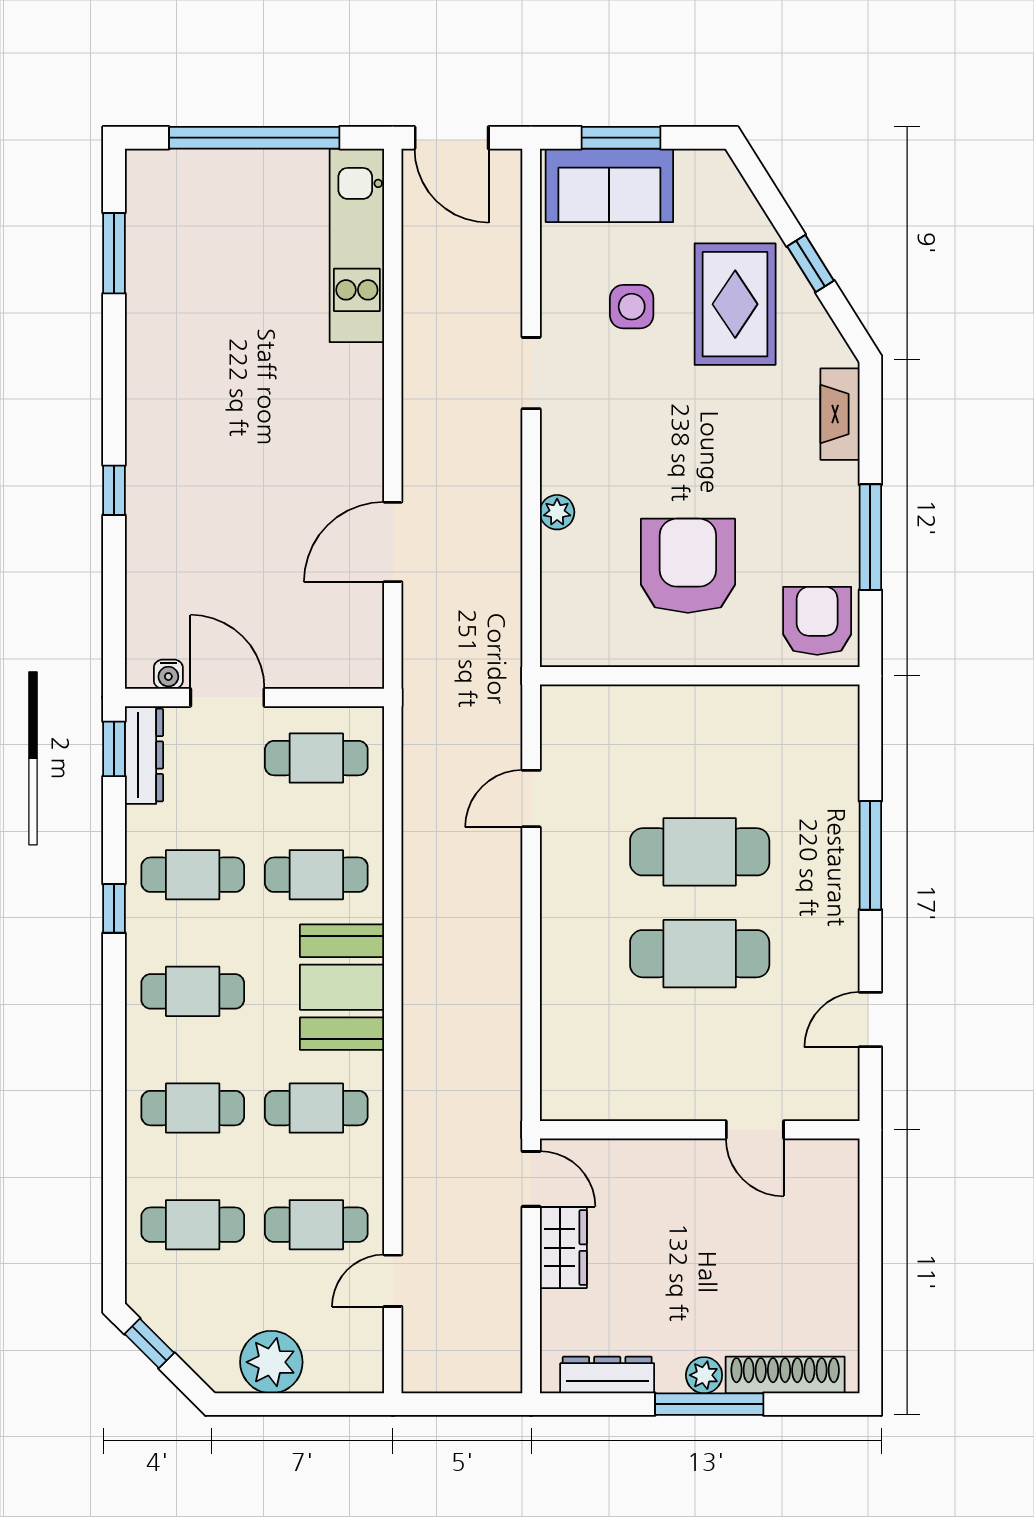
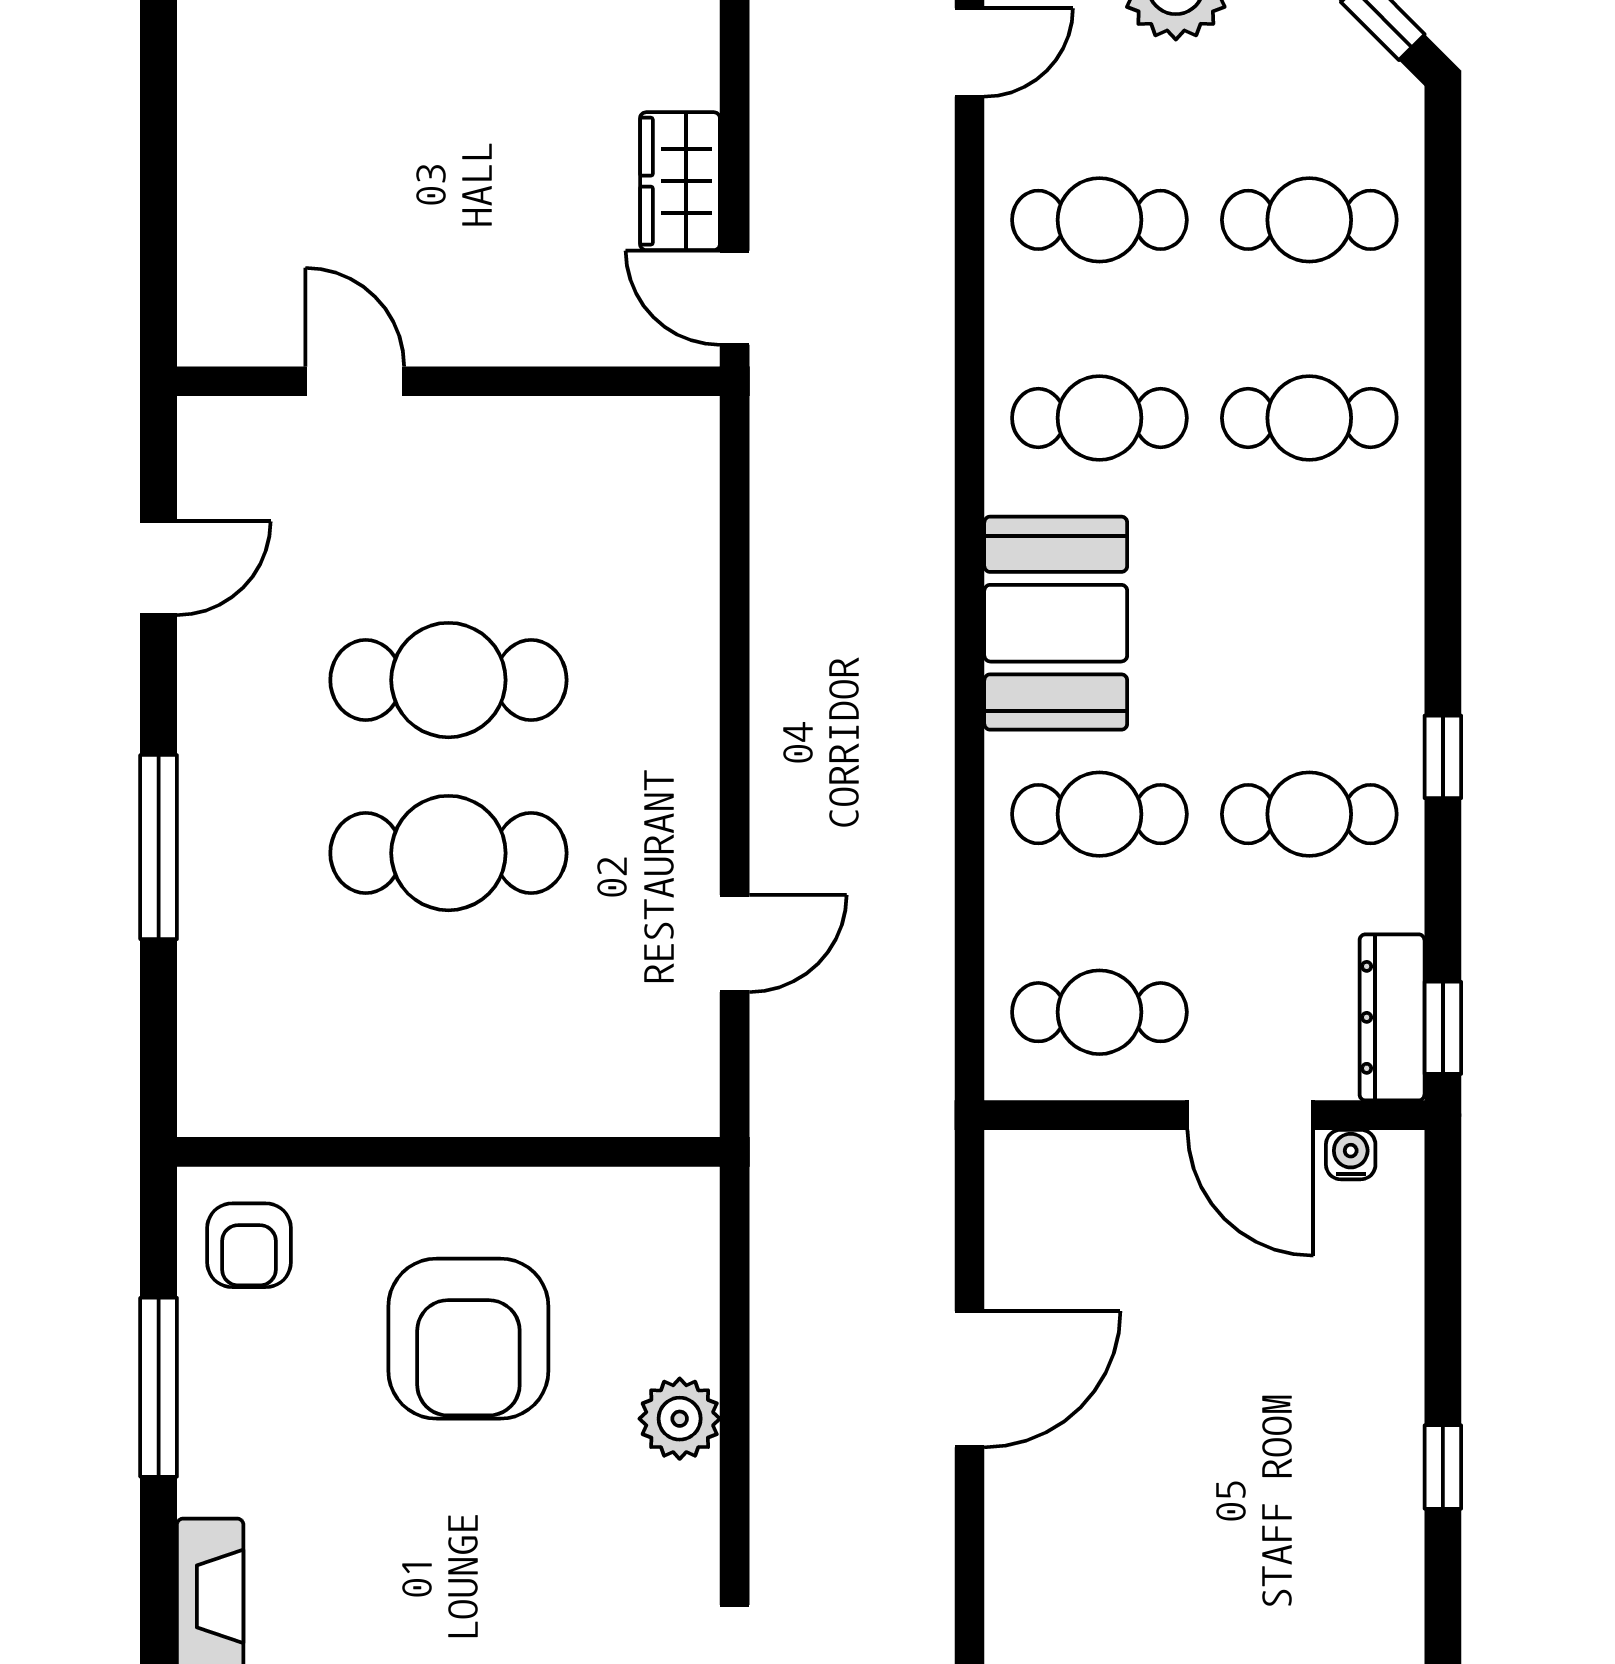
plant: (557, 512) -> (680, 1419), width x1.38, depth x1.38
armchair: (817, 621) -> (249, 1245), width x0.72, depth x0.72
cafe table: (193, 991) -> (1309, 616), removed
door: (393, 1281) -> (970, 52), moved

